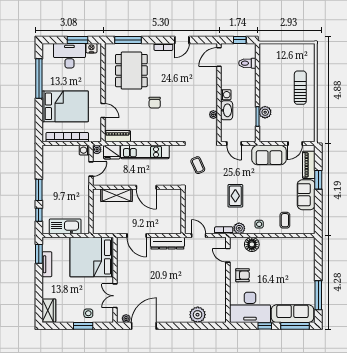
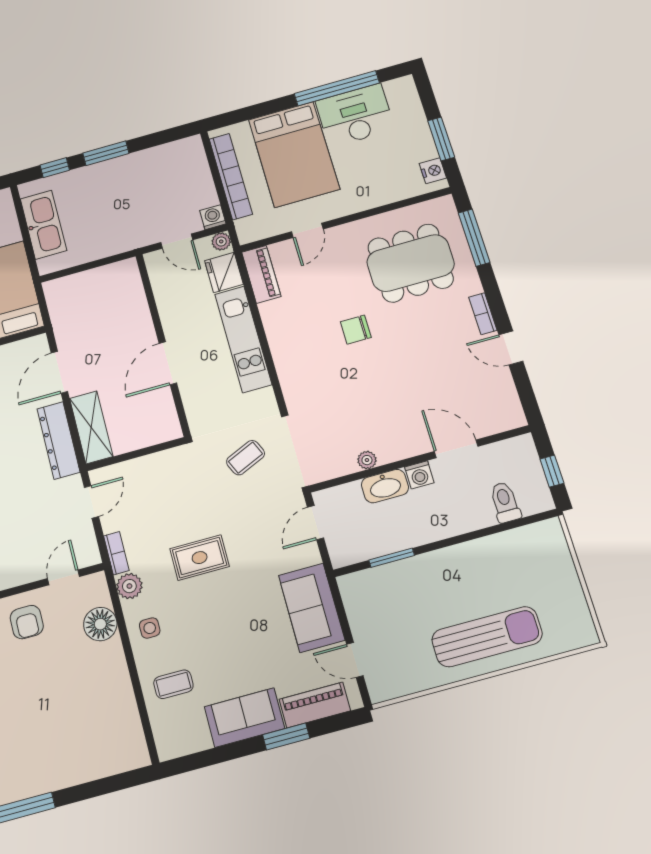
desk: (69, 56) -> (355, 115), moved, turned -90
door: (219, 57) -> (456, 449), moved
sun lounger: (300, 88) -> (487, 637), width x1.36, depth x1.34
plant: (265, 112) -> (406, 572), removed
shelving: (116, 195) -> (91, 427), moved

